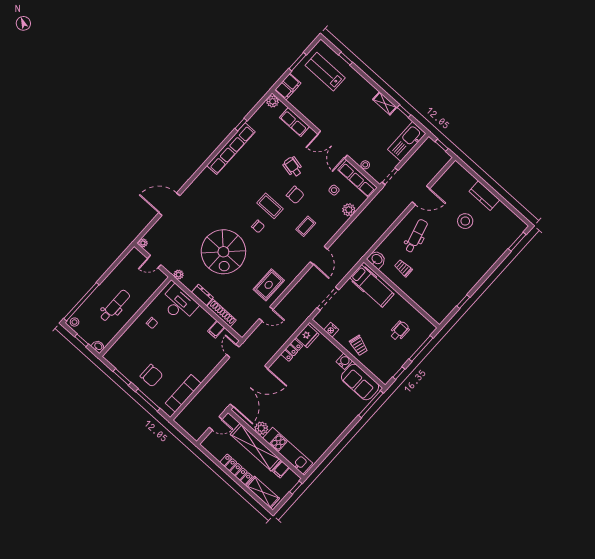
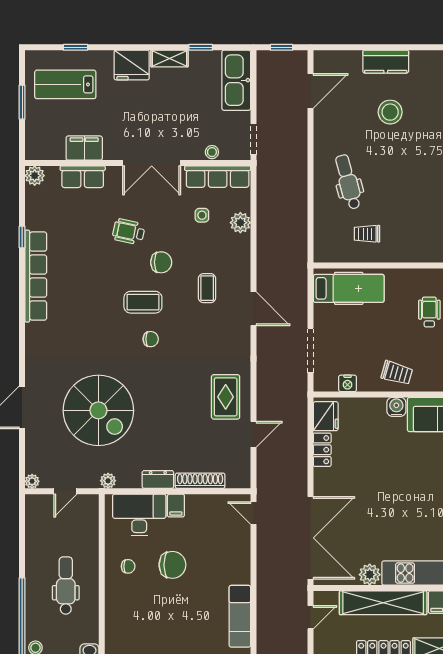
filing cabinet: (288, 87) -> (84, 148), moved, turned -90
fridge: (364, 90) -> (132, 65), added
door: (421, 195) -> (310, 91), moved
spiral stairs: (223, 252) -> (98, 410), moved
washbasin: (377, 259) -> (326, 252), removed
filing cabinet: (216, 329) -> (176, 506), moved
chair: (152, 376) -> (172, 565), moved

